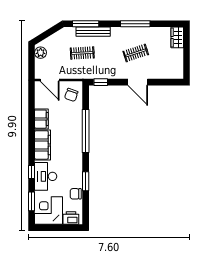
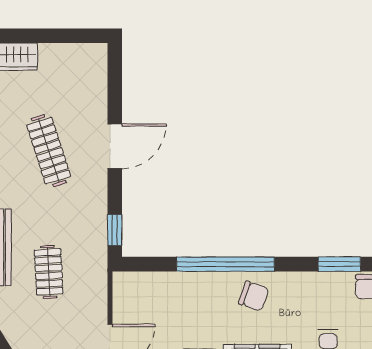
clothes rail: (136, 53) -> (49, 151), width x1.36
chair: (71, 95) -> (254, 296), moved

